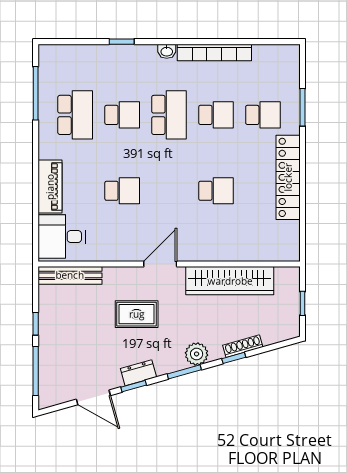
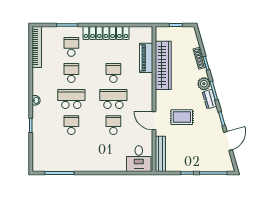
bookcase: (214, 52) -> (37, 47), moved
school desk: (75, 115) -> (113, 99), moved
piano: (50, 187) -> (146, 58), moved, turned -90
door: (160, 264) -> (154, 121), moved
rug: (137, 314) -> (182, 117), turned 90
dresser: (138, 373) -> (210, 99), moved

